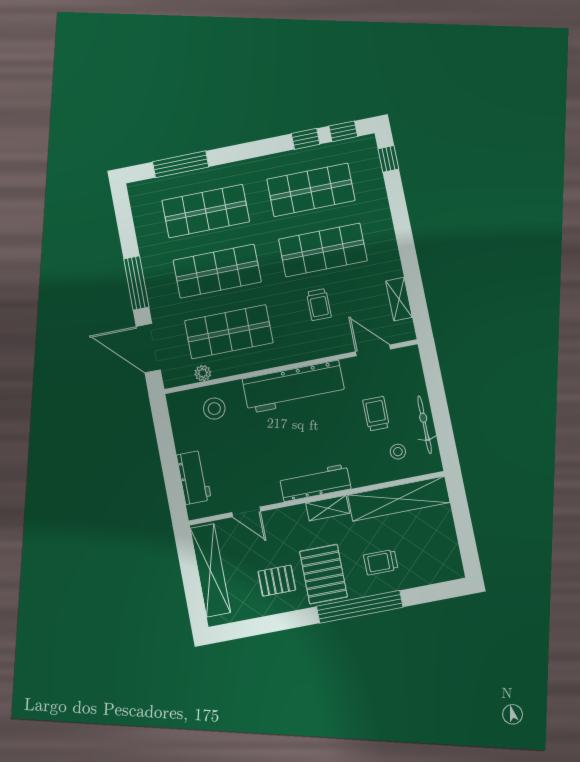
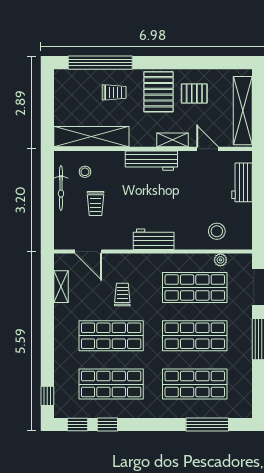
workbench: (294, 387) -> (154, 239), width x0.53, depth x0.76
shelving: (328, 508) -> (173, 140), moved
window: (360, 607) -> (100, 63), moved

